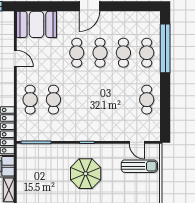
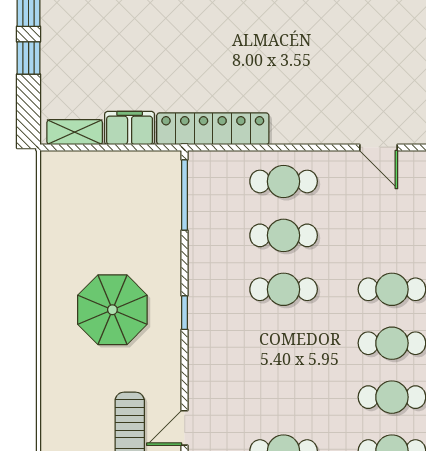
door: (15, 58) -> (379, 147), hinge flipped
cafe table: (77, 100) -> (284, 289), added

